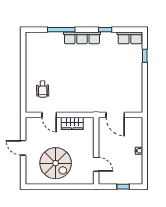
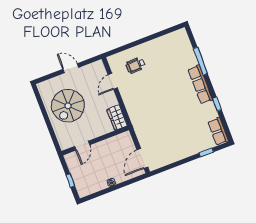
door: (115, 115) -> (142, 158), moved
wardrobe: (72, 123) -> (117, 117), moved
door: (23, 148) -> (71, 68), hinge flipped

